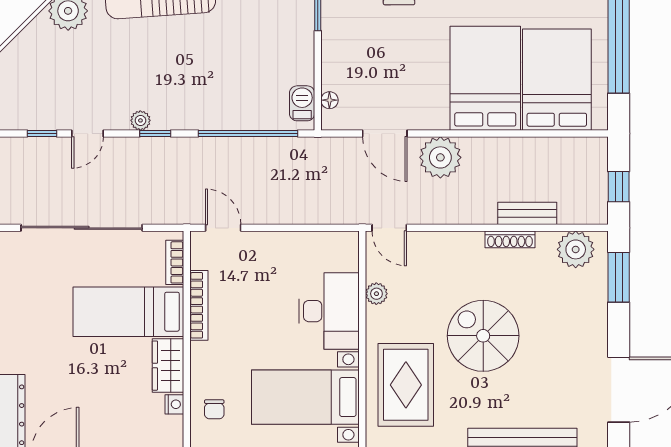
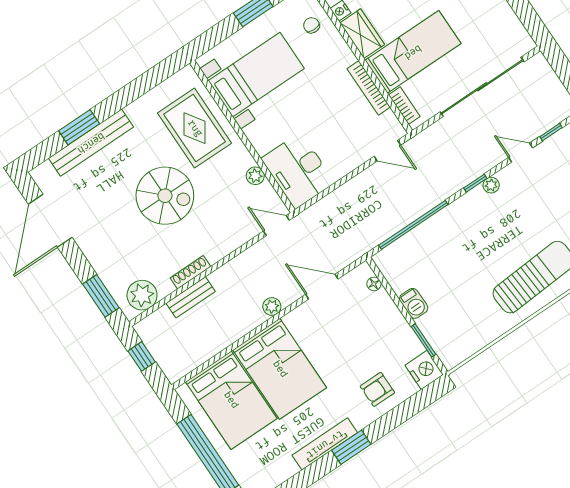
barbecue: (302, 103) -> (414, 303), moved
door: (87, 133) -> (521, 153), hinge flipped
plant: (440, 157) -> (272, 306), width x0.53, depth x0.53
desk: (329, 311) -> (298, 171), moved

